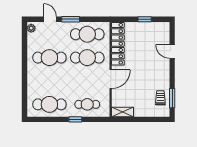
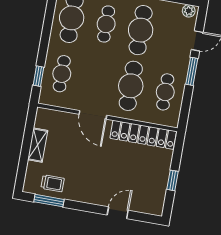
cafe table: (87, 34) -> (165, 92), width x0.73, depth x0.74
cafe table: (49, 81) -> (106, 24), added
shelving: (123, 112) -> (38, 145), moved
window: (75, 119) -> (38, 76), moved

